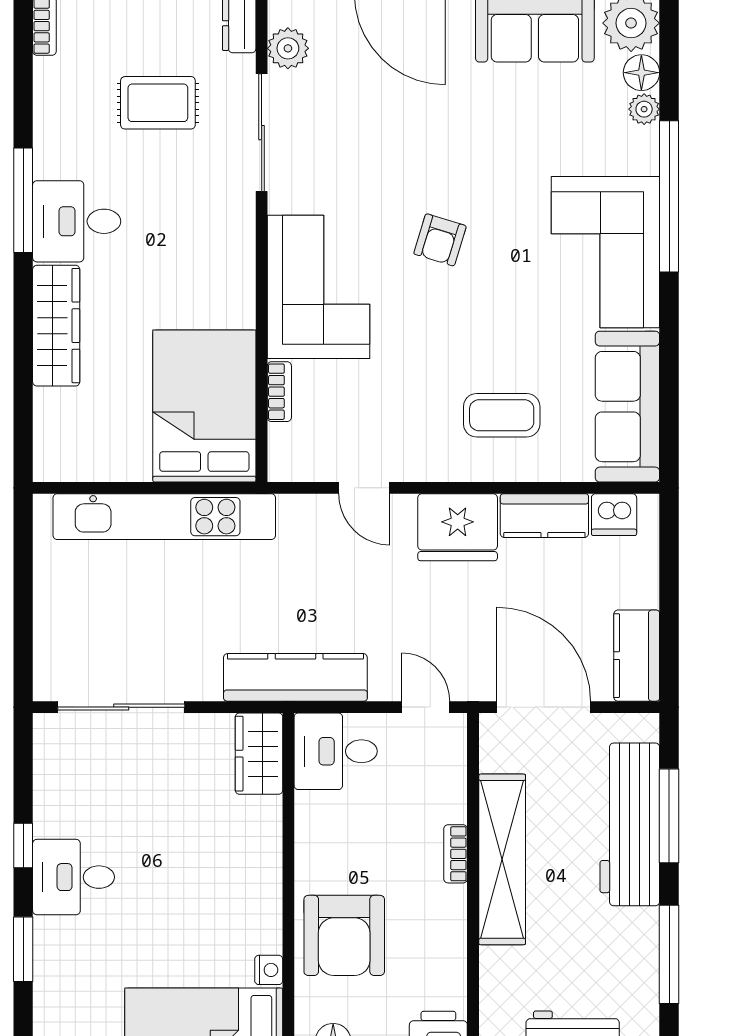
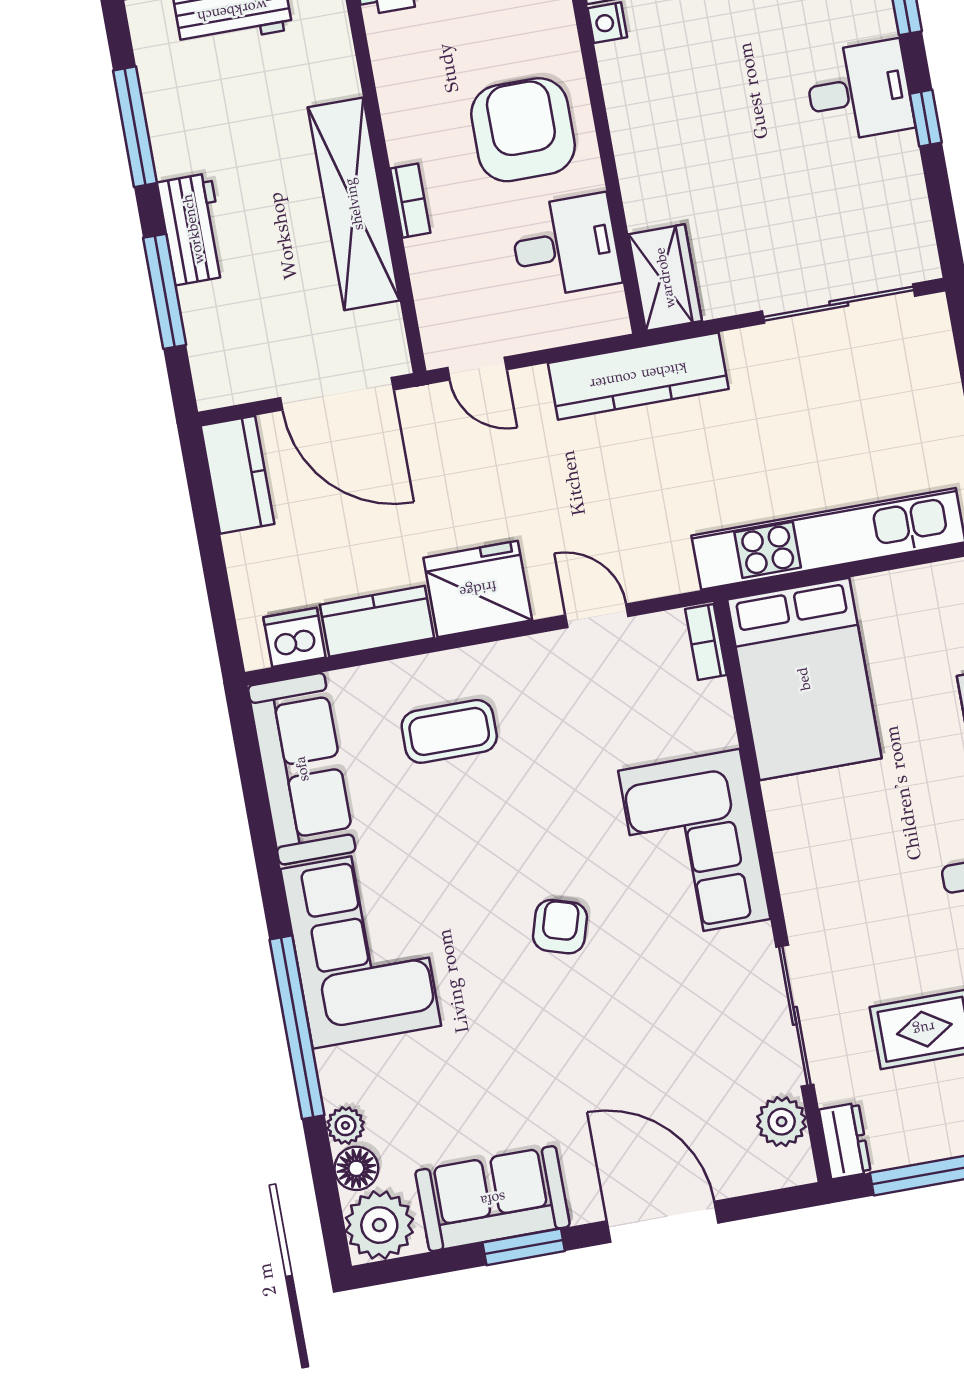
bookcase: (279, 392) -> (706, 642), moved
desk: (336, 751) -> (565, 246), moved
workbench: (630, 824) -> (193, 229), width x0.53, depth x0.76
armchair: (344, 935) -> (523, 130), moved

